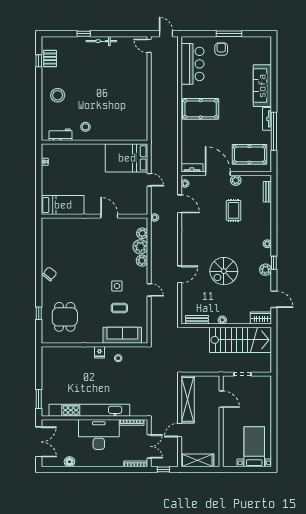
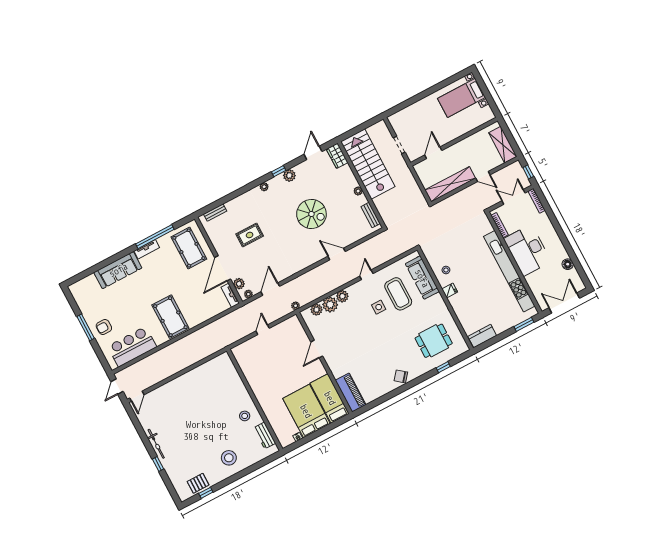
bed: (127, 158) -> (306, 411), moved, turned 180
plant: (236, 180) -> (239, 284), moved
piano: (58, 225) -> (351, 393), added
coffee table: (119, 308) -> (398, 294), width x1.86, depth x1.72
kitchen counter: (47, 359) -> (482, 336), added

